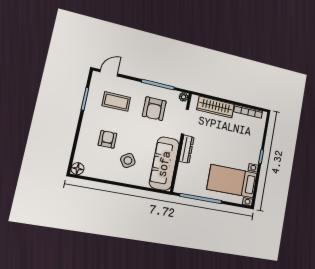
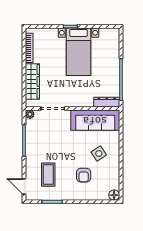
armchair: (154, 109) -> (47, 139), removed
armchair: (107, 139) -> (84, 175), turned -90
dresser: (186, 149) -> (107, 102), moved
bed with nightstands: (232, 181) -> (78, 52), moved

